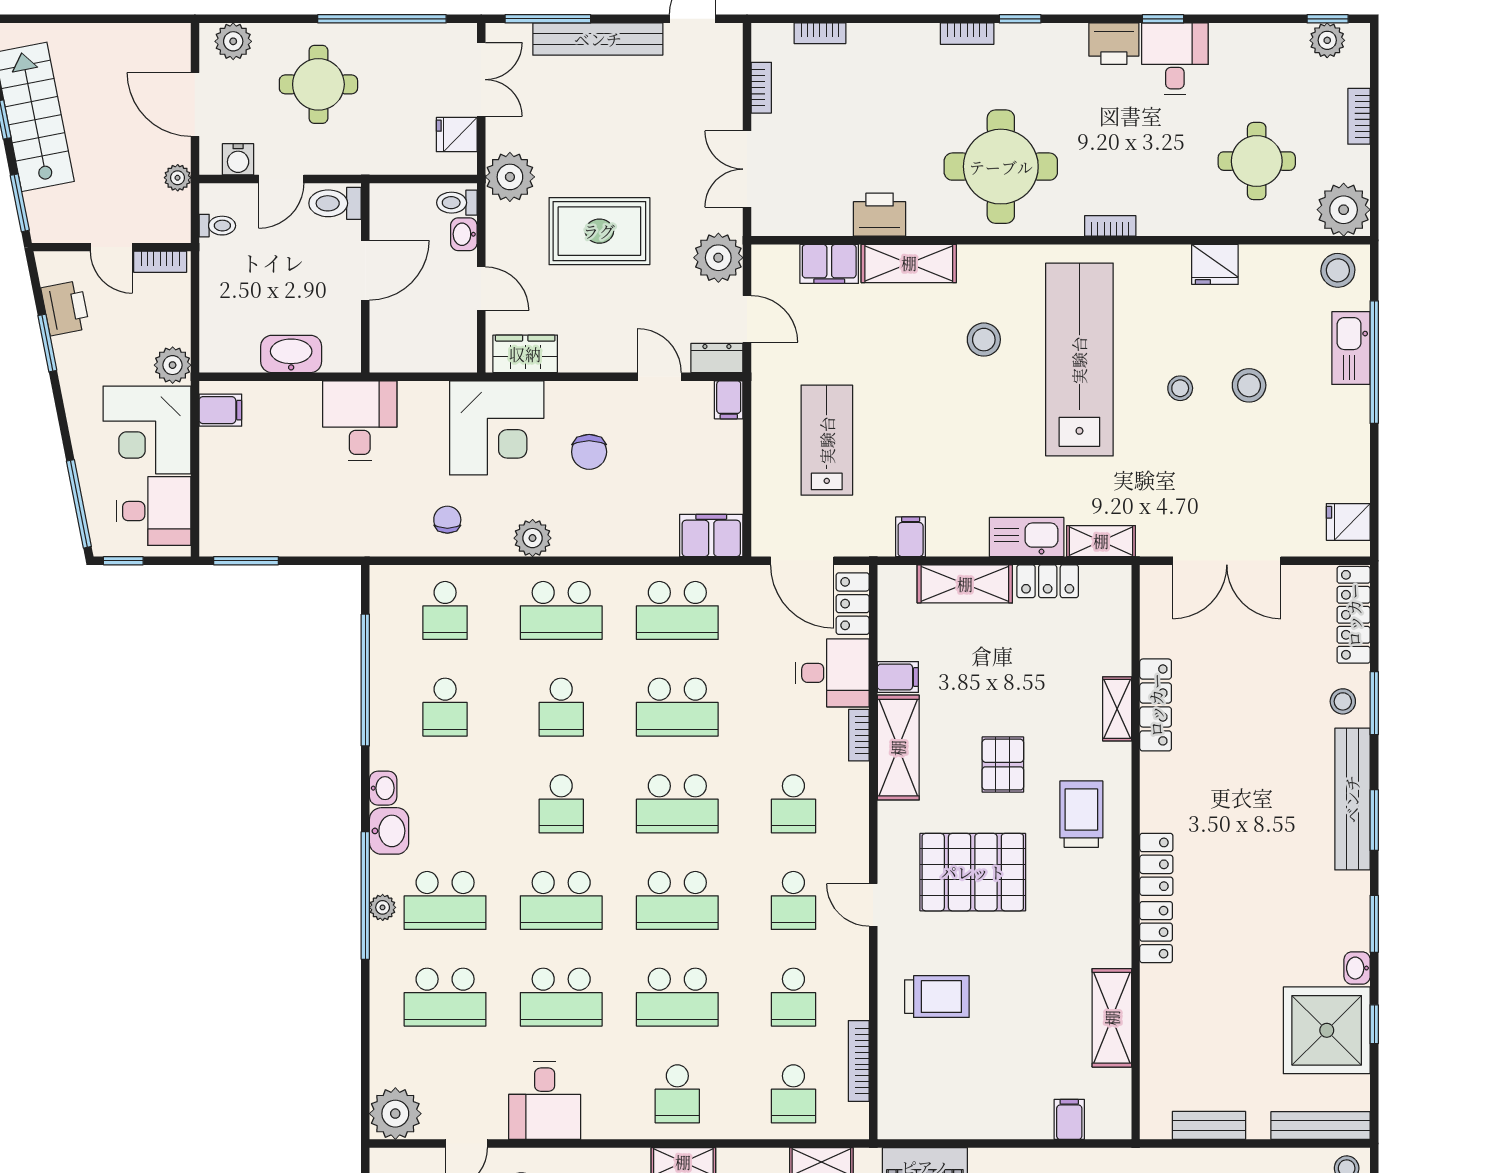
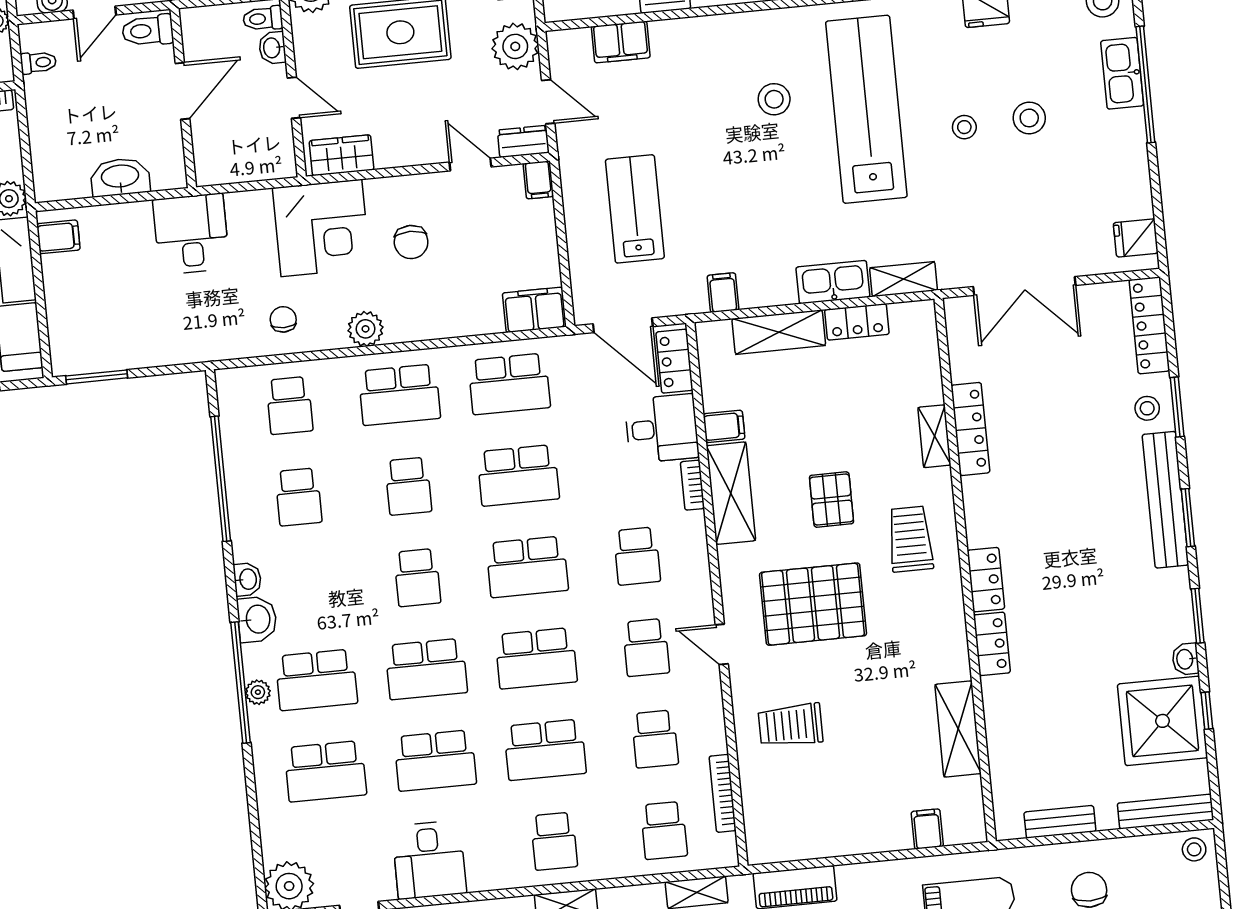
shelving: (909, 263) -> (696, 34), removed
trolley: (937, 997) -> (791, 725), turned 180

